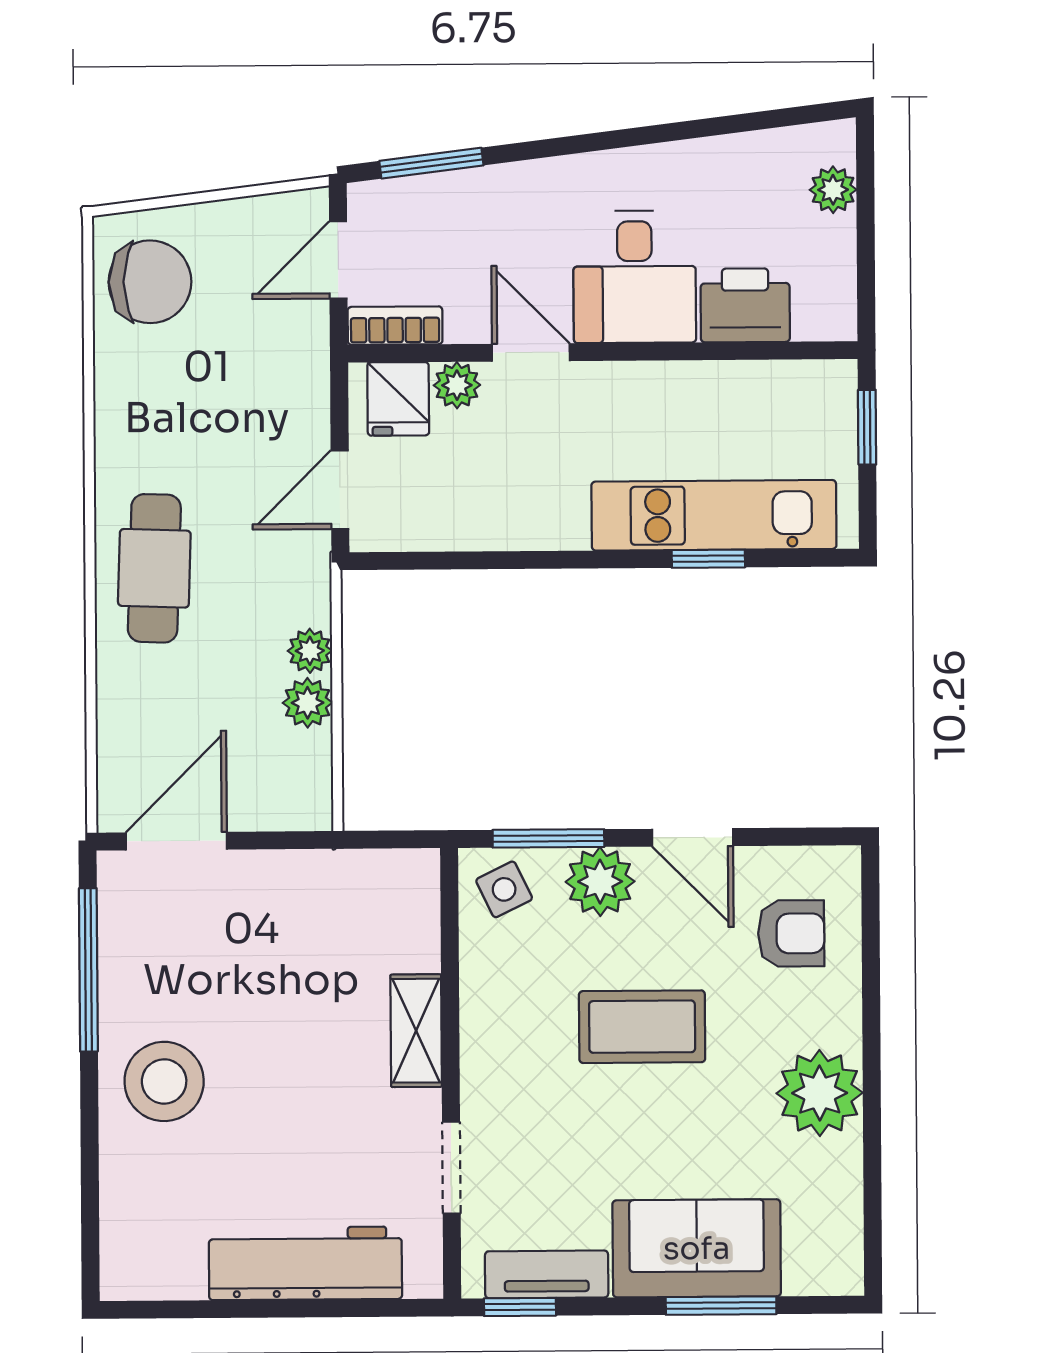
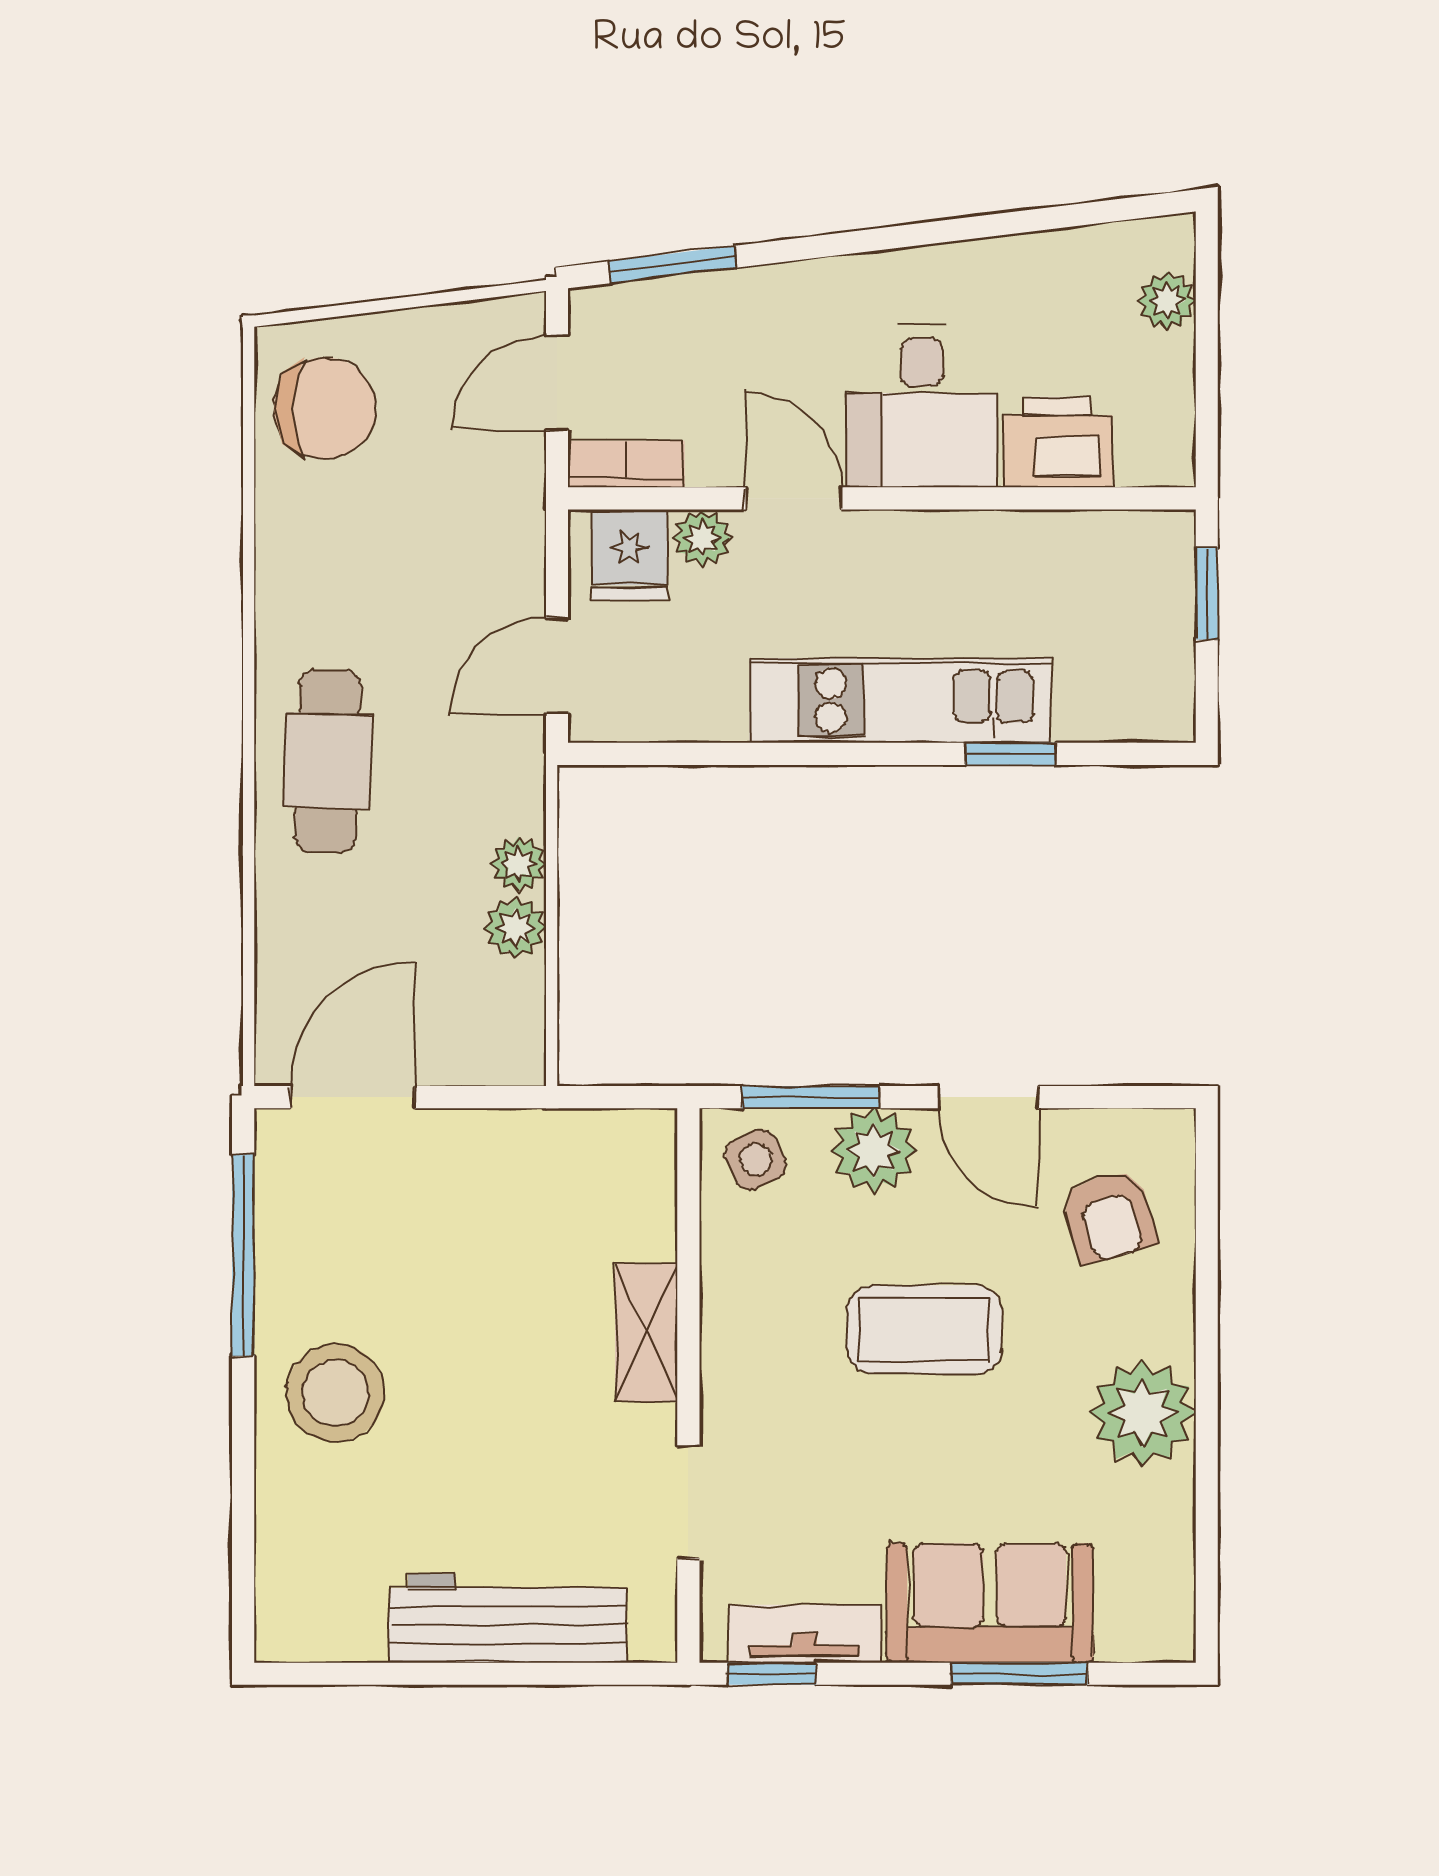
kitchen unit: (714, 515) -> (900, 701), moved
armchair: (791, 933) -> (1109, 1216), turned 74

